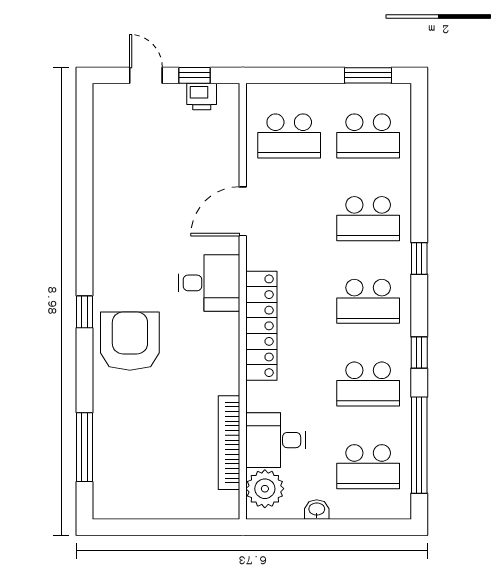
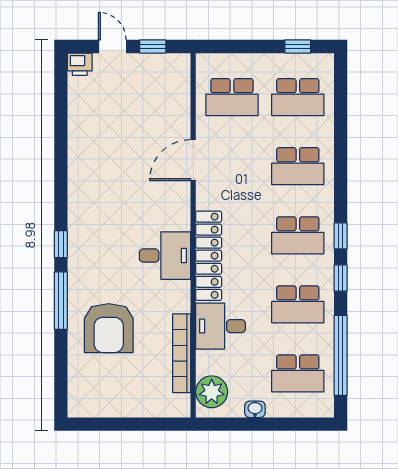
window: (368, 75) -> (298, 46), width x0.67
printer: (202, 97) -> (80, 64), moved
window: (419, 259) -> (341, 236), moved
desk: (209, 283) -> (165, 256), moved
armchair: (130, 341) -> (109, 328), moved, turned 180
desk: (276, 440) -> (221, 326), moved
window: (84, 447) -> (61, 301), moved

